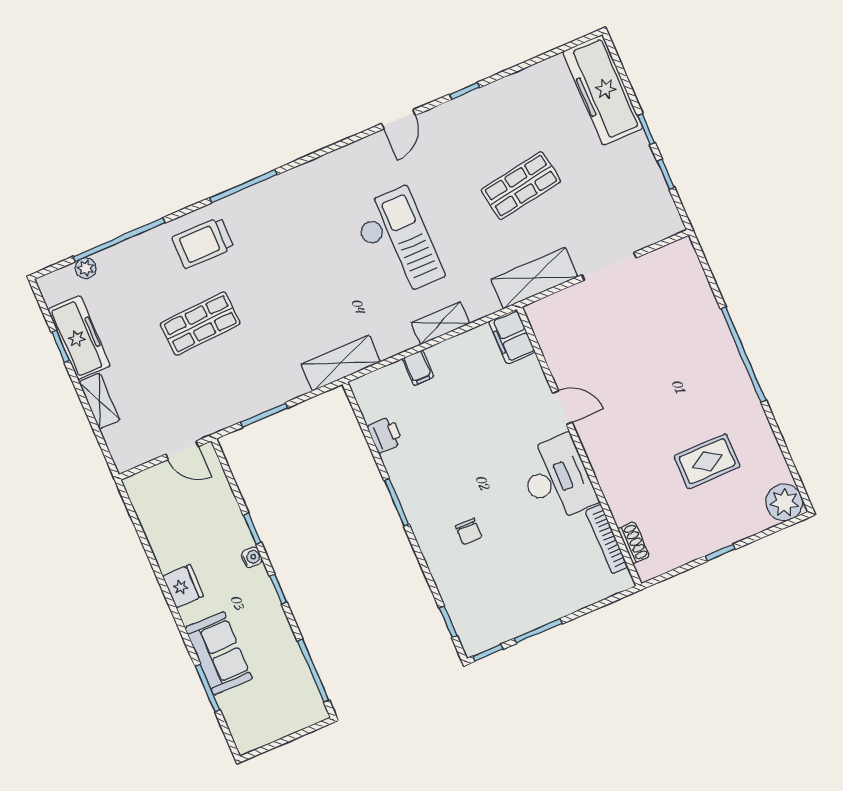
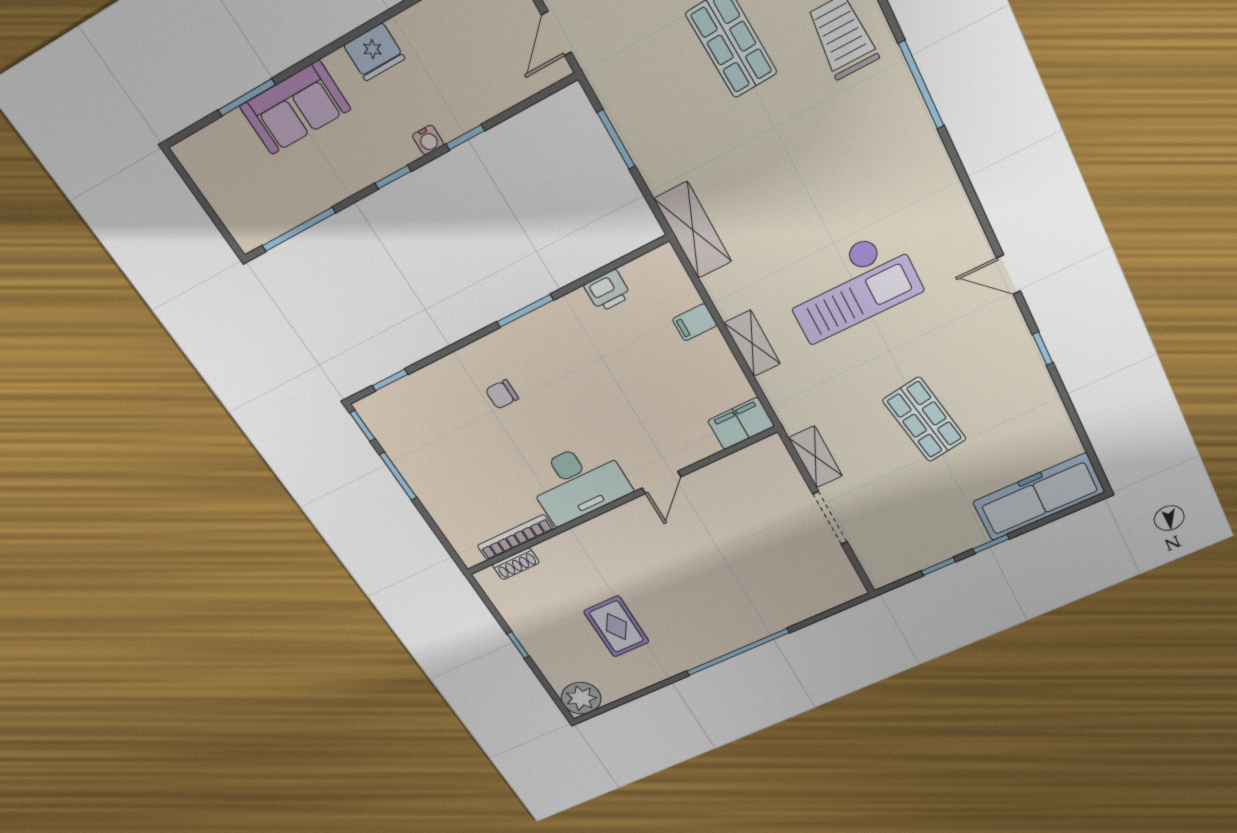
shelving: (534, 278) -> (816, 457), width x0.67, depth x0.75

